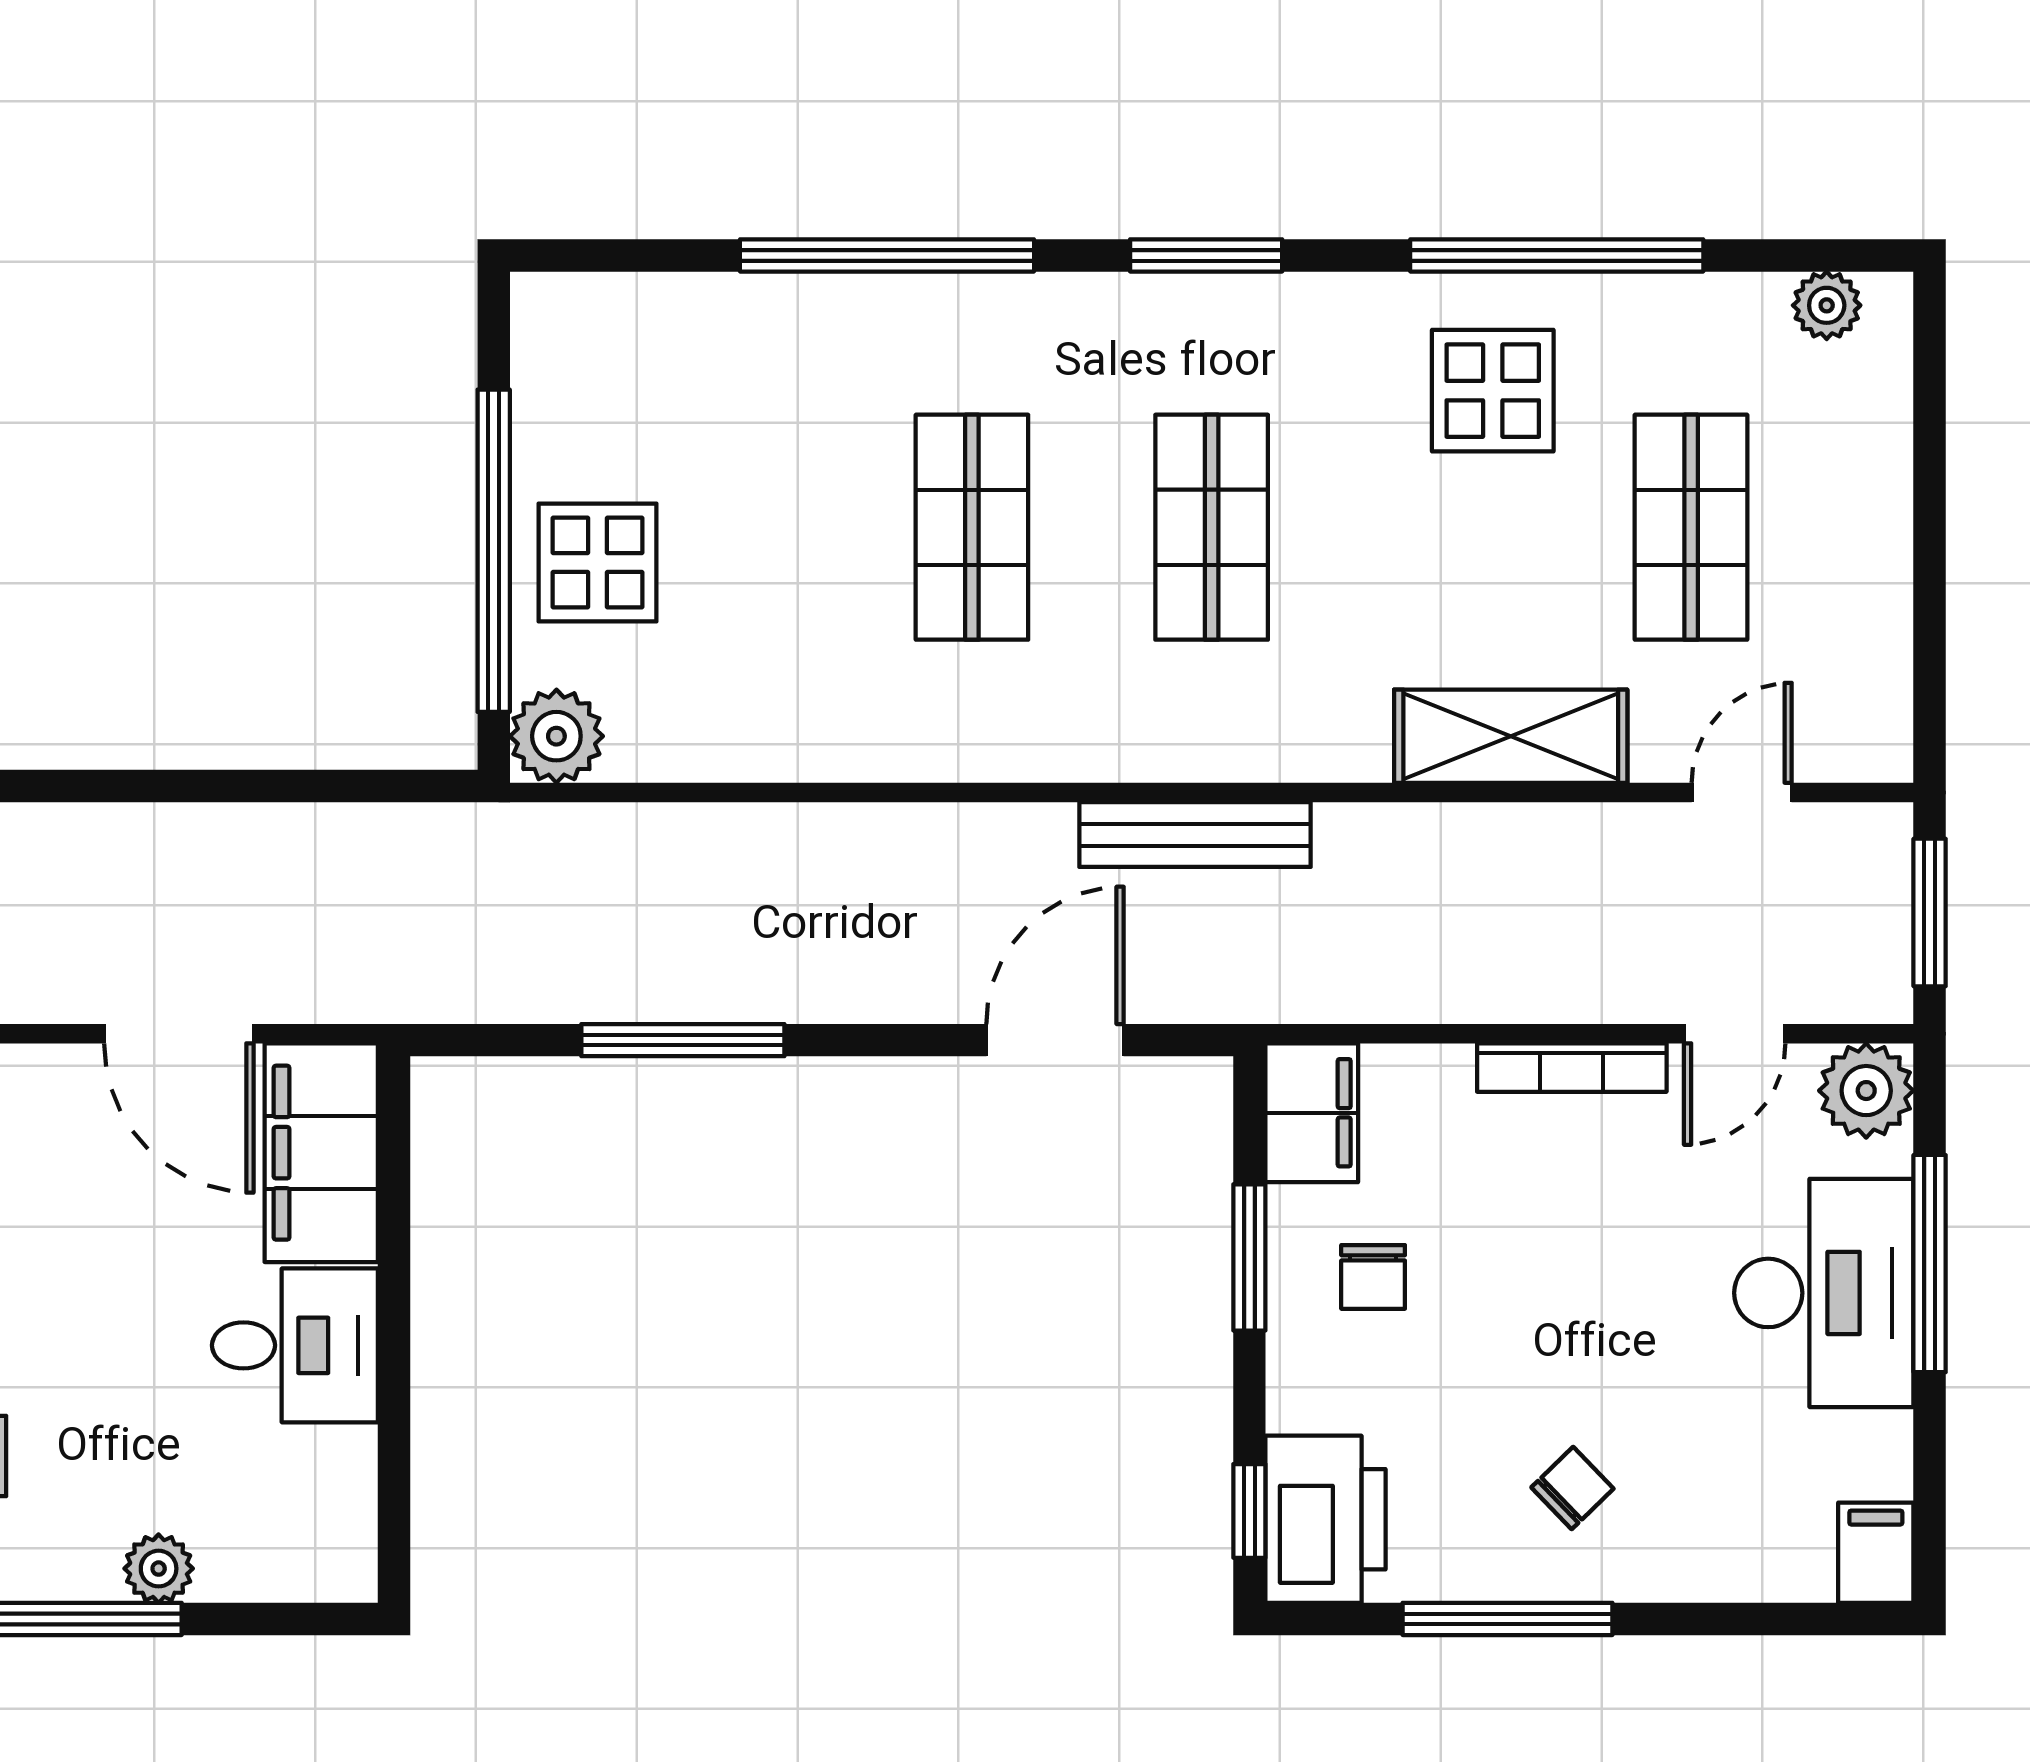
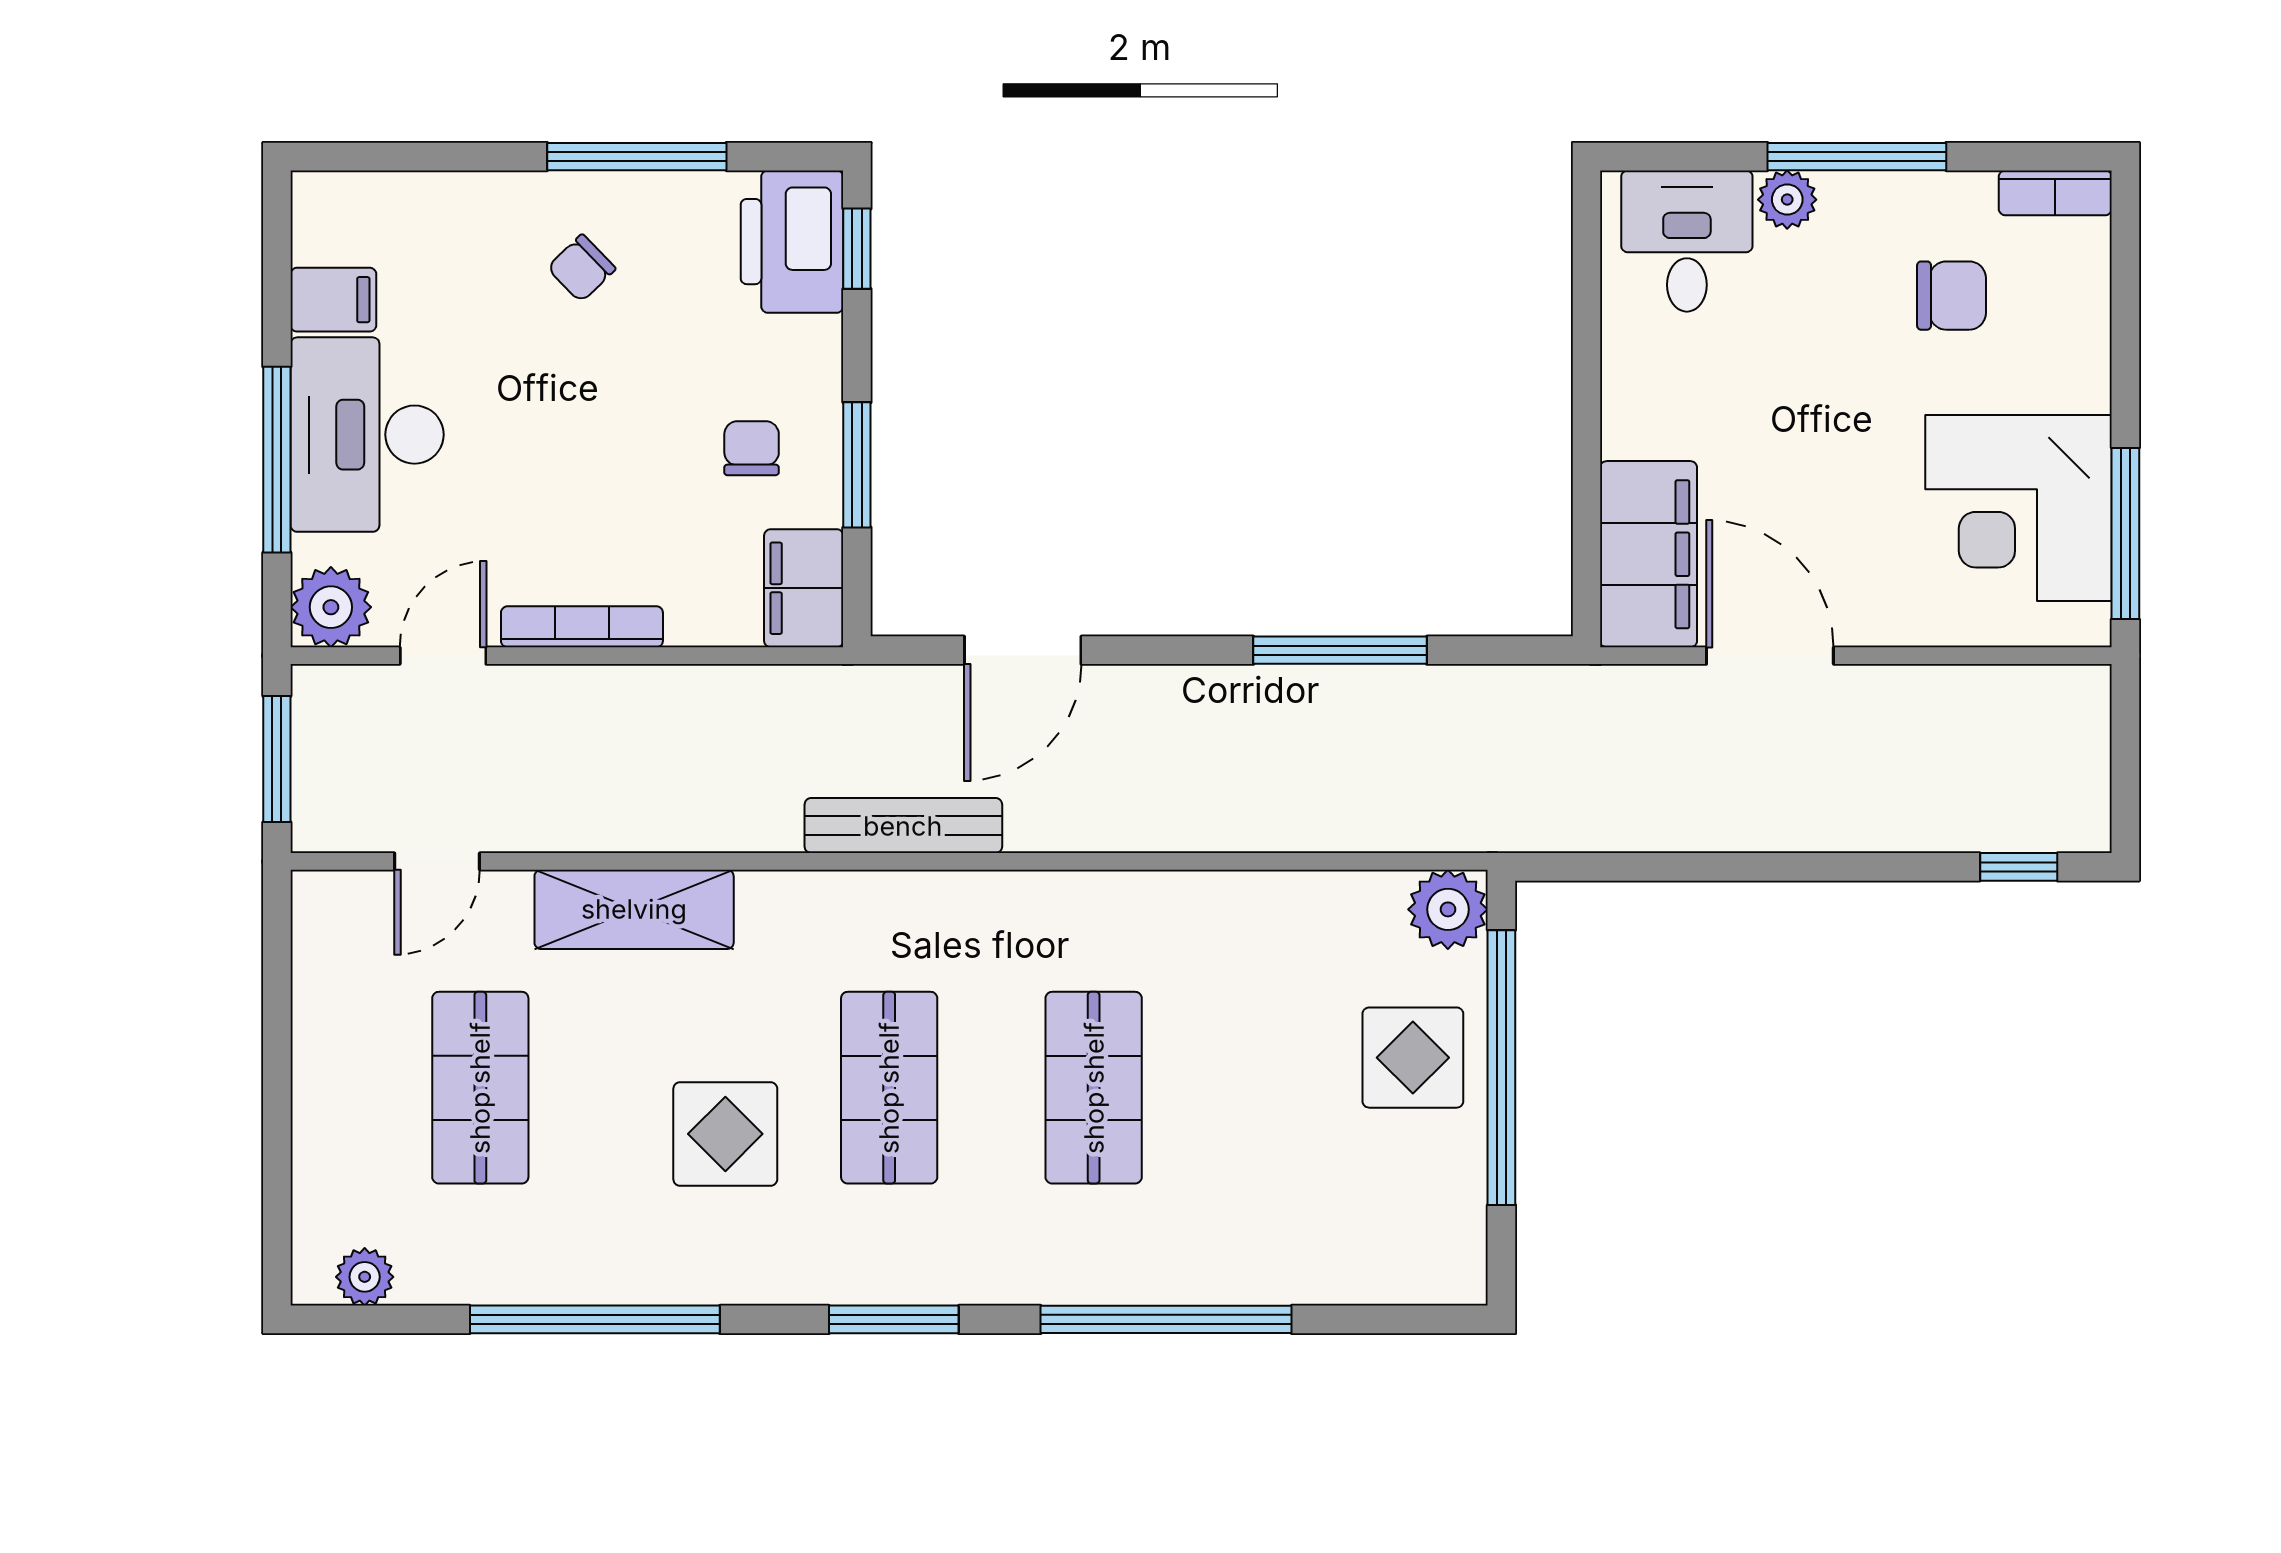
display table: (1493, 391) -> (725, 1134), moved
desk: (295, 1345) -> (1687, 241), moved, turned 90
filing cabinet: (1876, 1553) -> (333, 300), moved, turned -90

